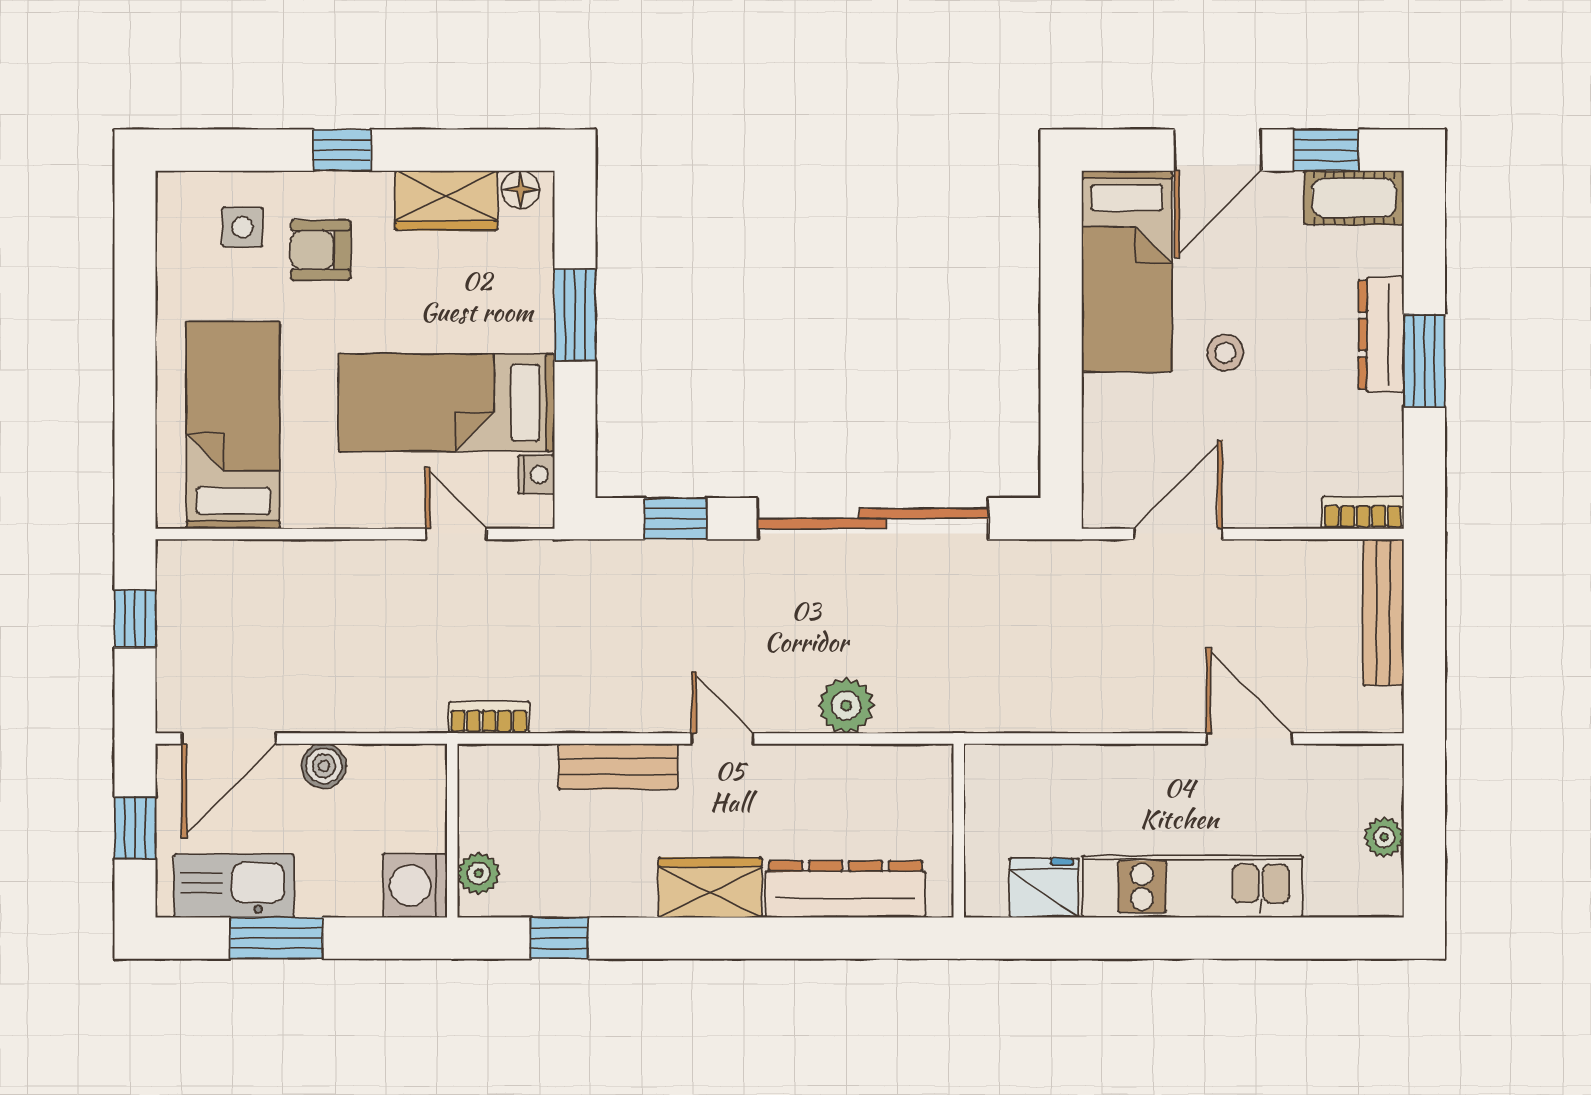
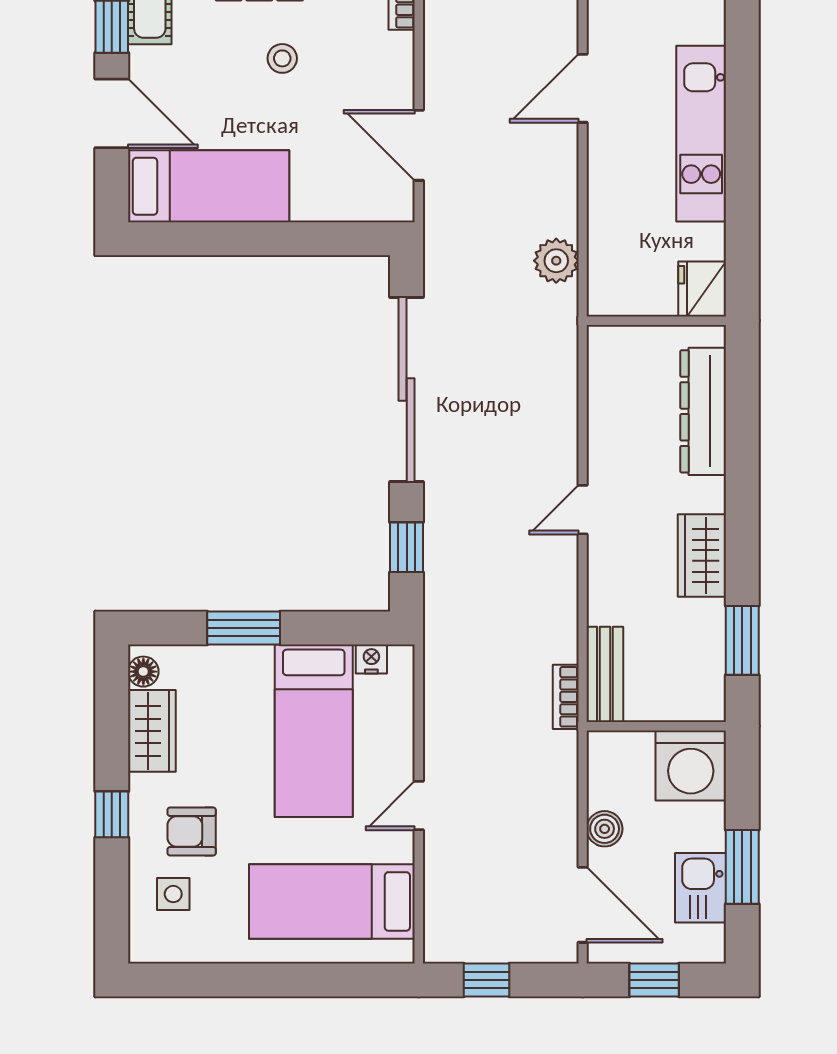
armchair: (321, 250) -> (192, 831), turned 90
stool: (1225, 353) -> (282, 58), moved
door: (456, 534) -> (419, 805), moved
plant: (846, 706) -> (556, 261), moved
bench: (618, 766) -> (605, 674), moved
plant: (479, 873) -> (691, 705), removed
kitchen sink: (234, 886) -> (701, 888), width x0.73
washing machine: (415, 886) -> (691, 765), width x1.37, depth x1.37
wardrobe: (710, 888) -> (702, 556), moved
fridge: (1044, 888) -> (702, 289), moved
window: (559, 938) -> (742, 640), width x1.50

